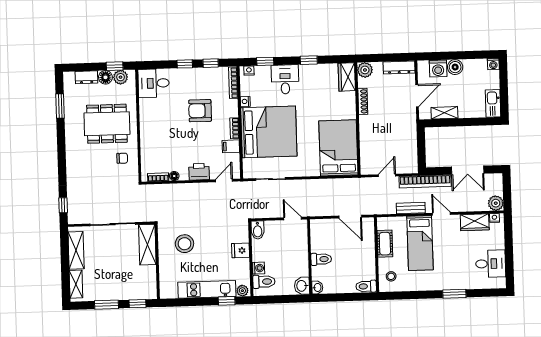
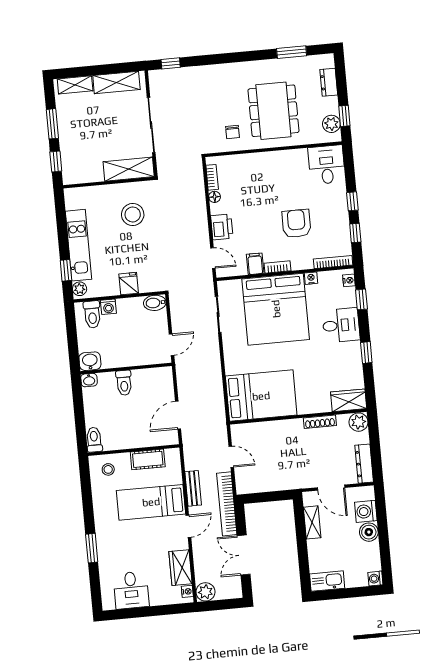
floor lamp: (105, 77) -> (330, 105), removed

